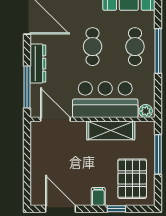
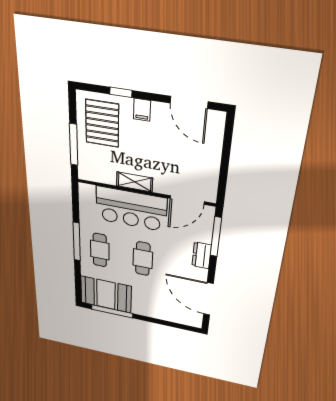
dresser: (38, 64) -> (202, 255), width x0.70
plant: (146, 111) -> (88, 190), removed
door: (55, 119) -> (187, 200), hinge flipped
shelving: (111, 130) -> (135, 182), width x0.67, depth x0.75

